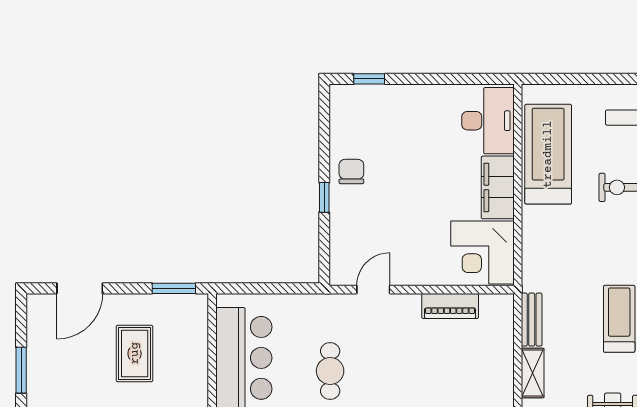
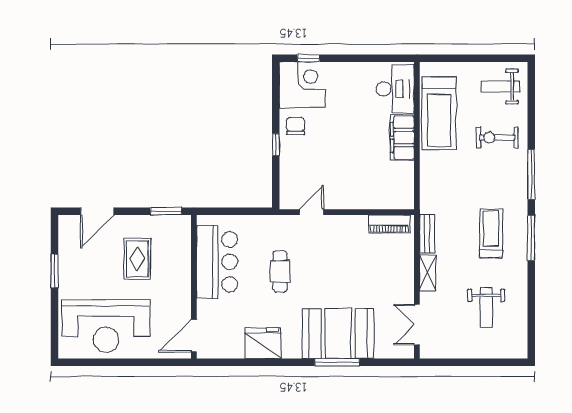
treadmill: (548, 154) -> (439, 113), turned 180
corner desk: (483, 252) -> (302, 85), moved, turned 180
piano: (450, 306) -> (390, 224), moved

